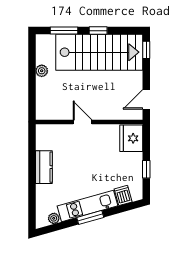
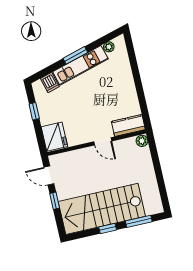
window: (146, 50) -> (55, 201), moved
plant: (42, 71) -> (142, 141), moved
door: (146, 99) -> (49, 175), swing flipped
kitchen counter: (44, 167) -> (128, 125), moved, turned 90

